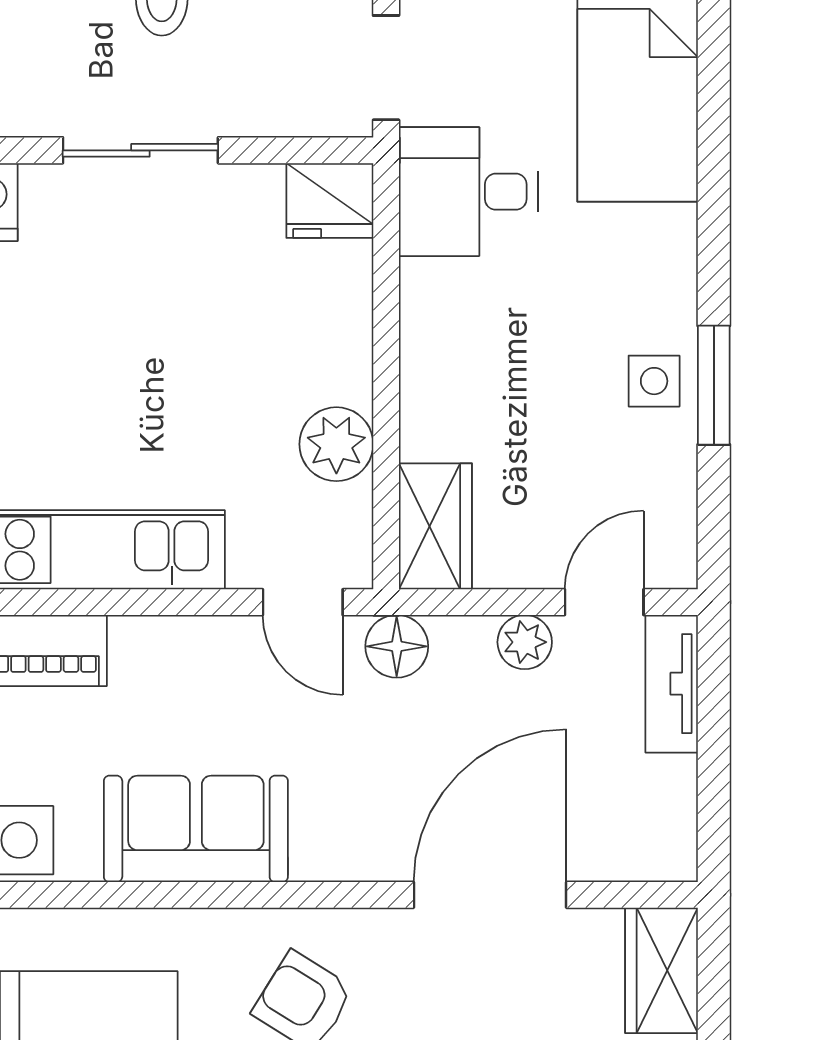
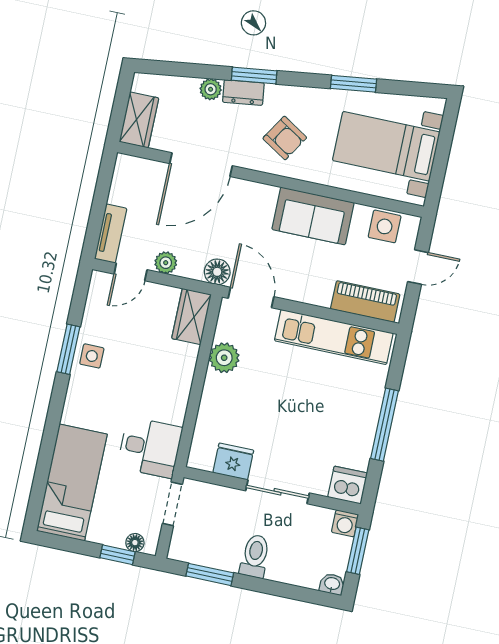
fridge: (330, 201) -> (233, 461), moved
door: (303, 602) -> (251, 297), width x1.38

